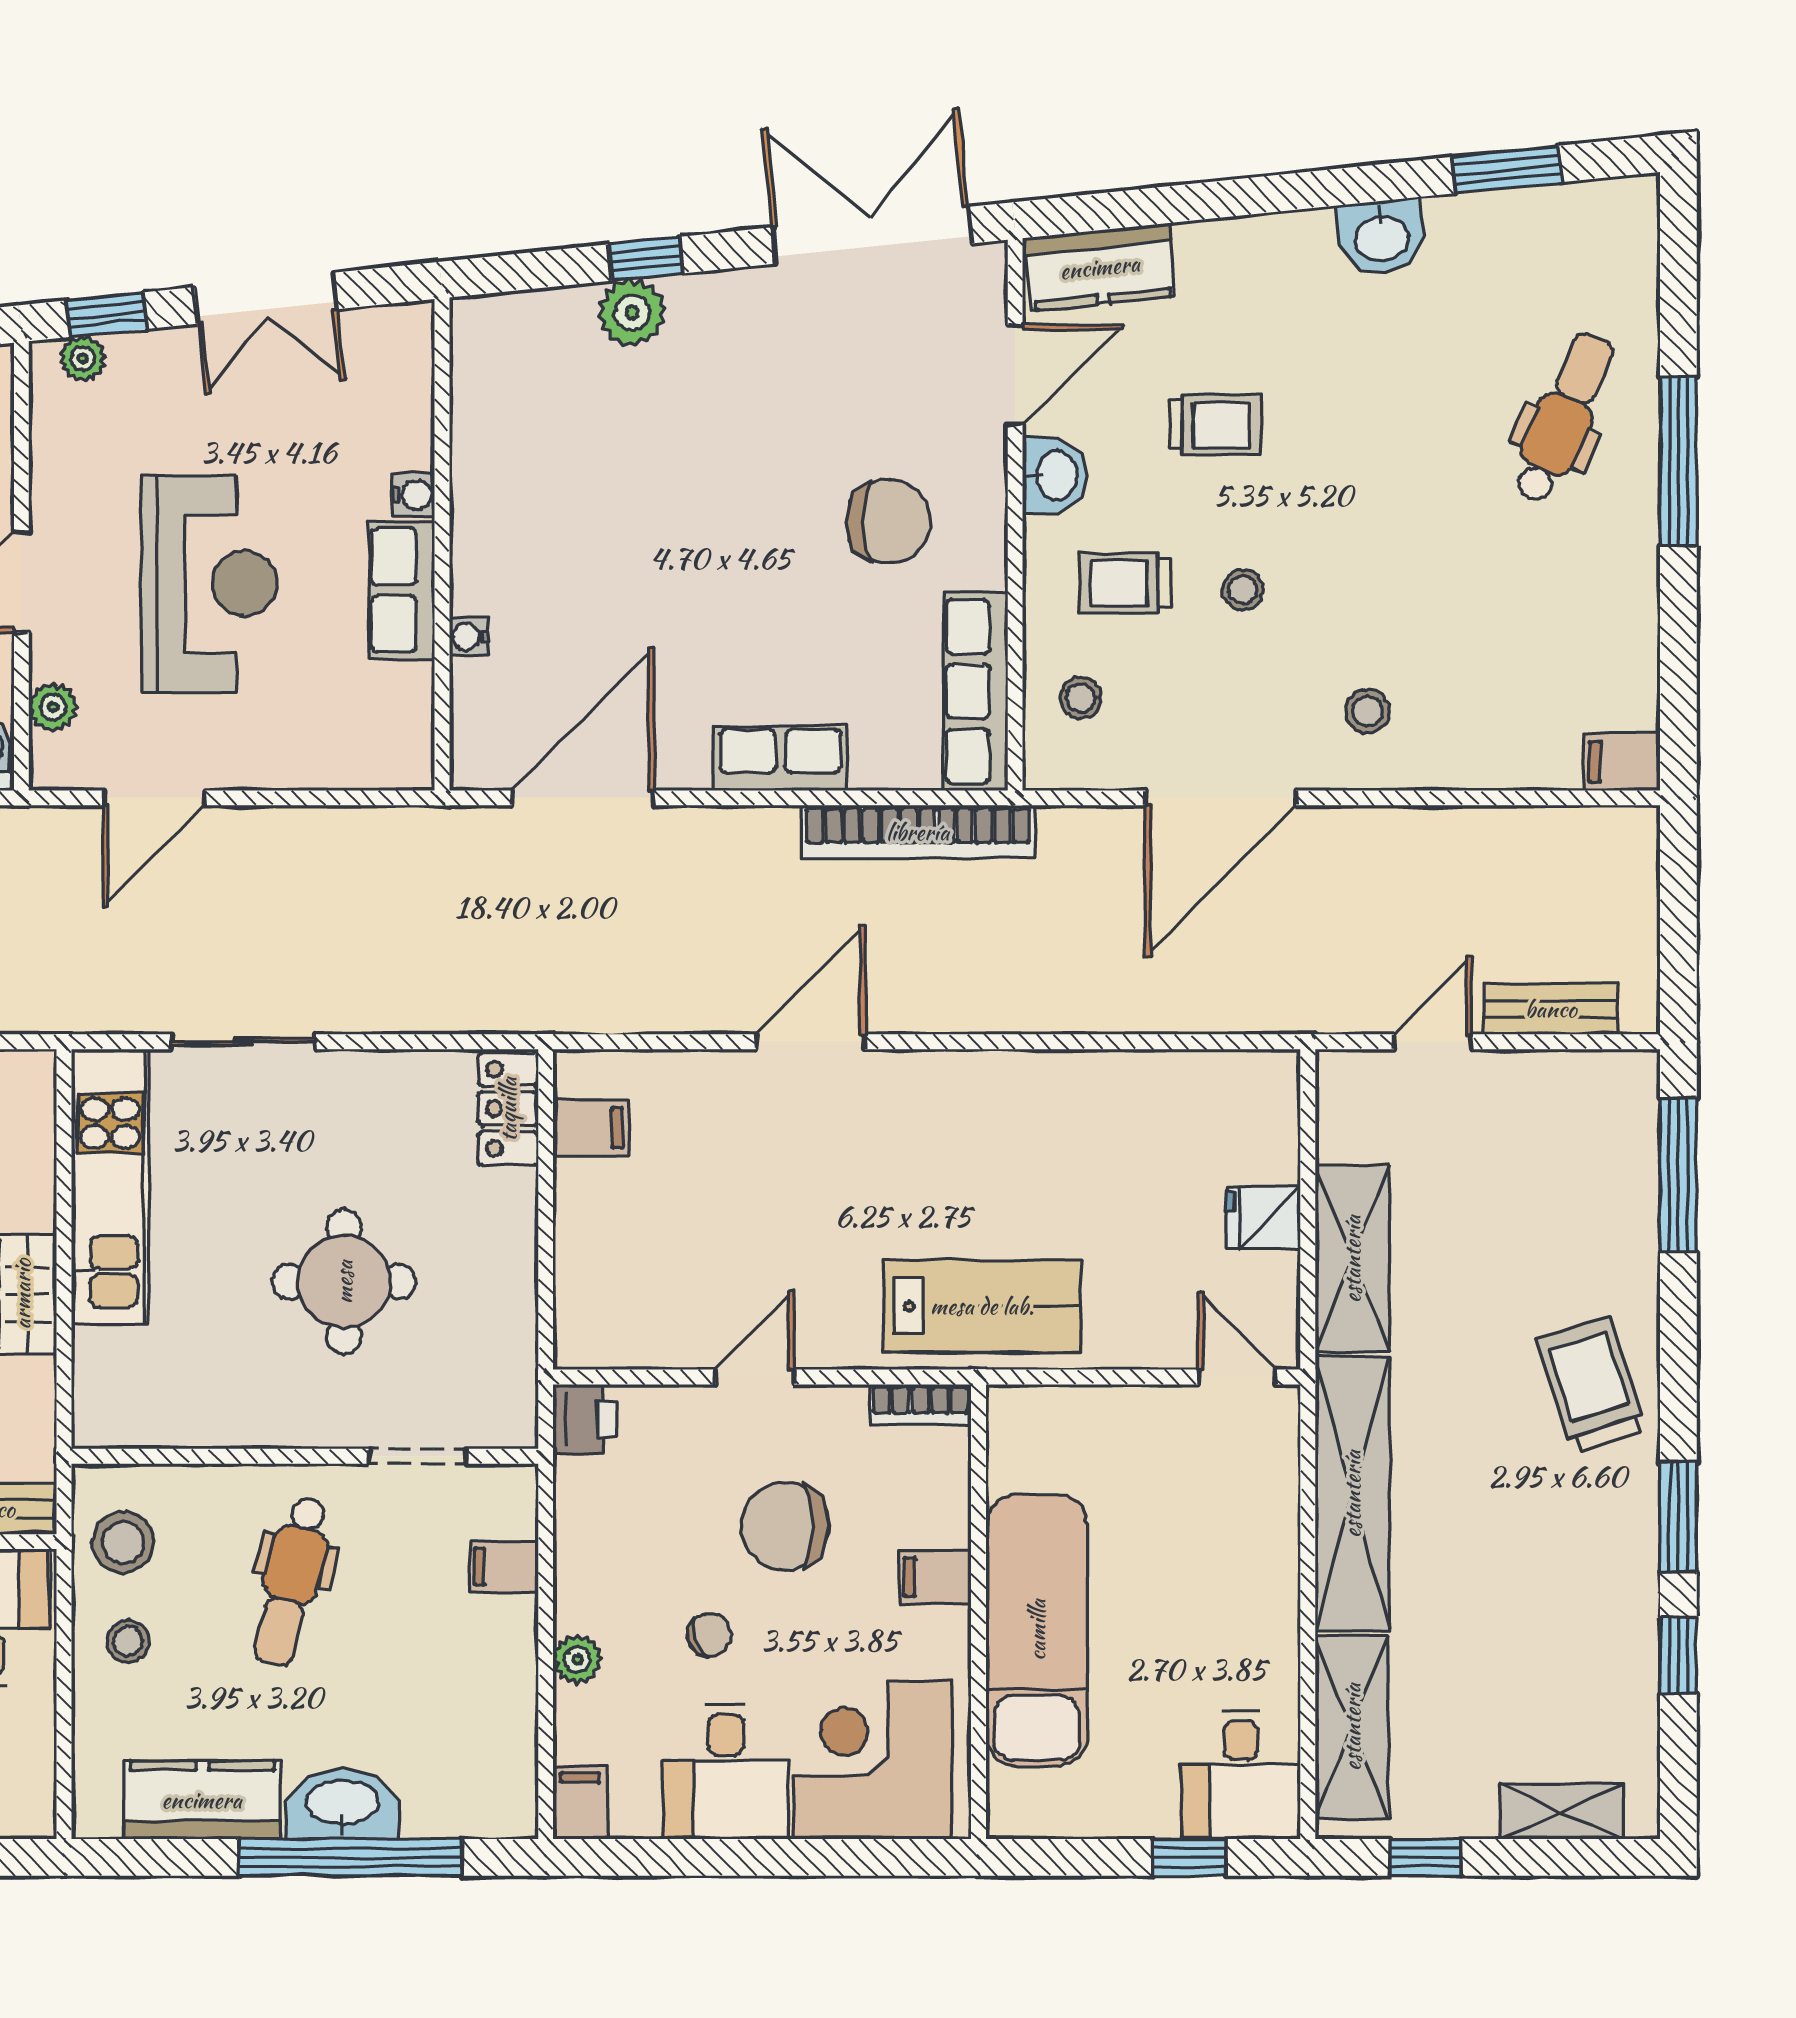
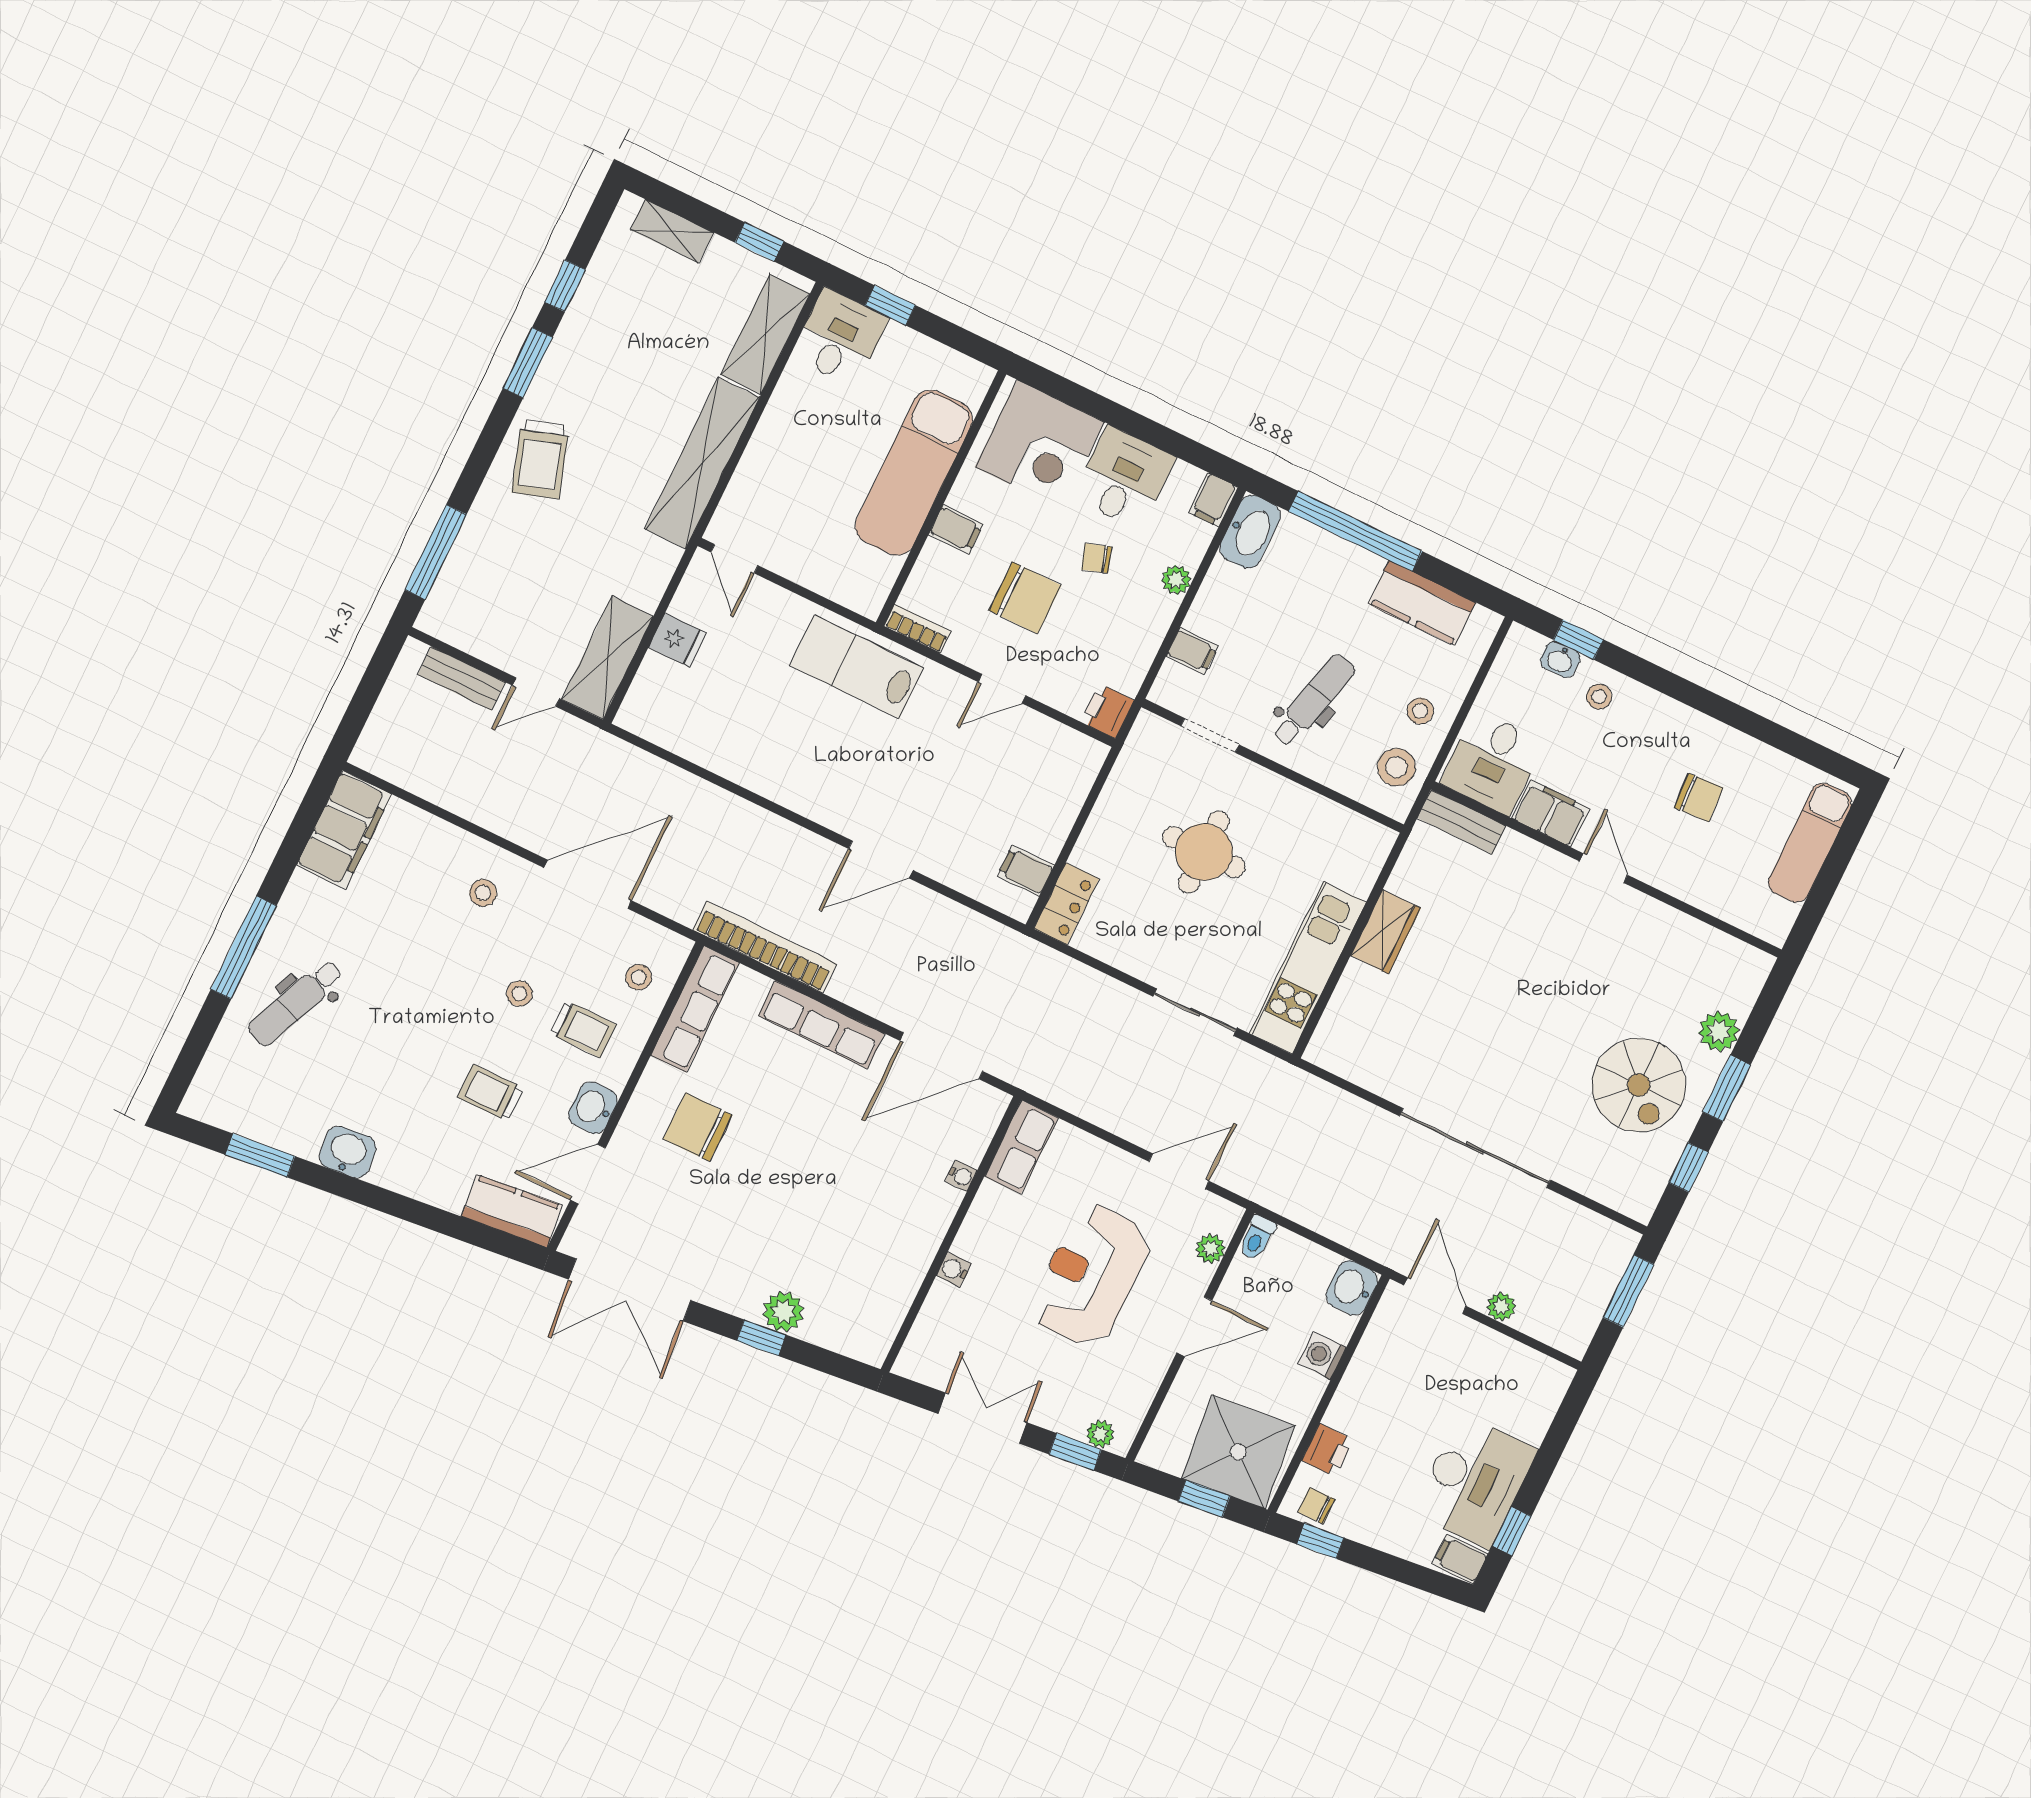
row of seats: (402, 590) -> (1021, 1147), moved
row of seats: (780, 759) -> (821, 1025), width x1.48
filing cabinet: (1622, 762) -> (344, 830), width x3.00, depth x1.17
shelving: (1352, 1259) -> (608, 658), moved
washbasin: (342, 1804) -> (1250, 532), moved, turned -90

